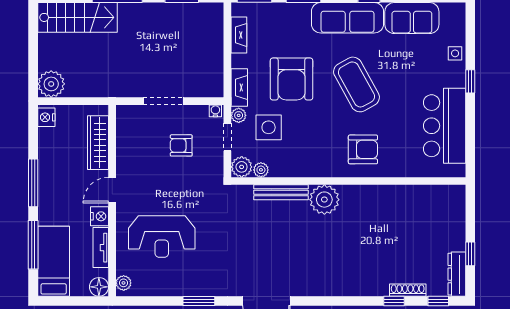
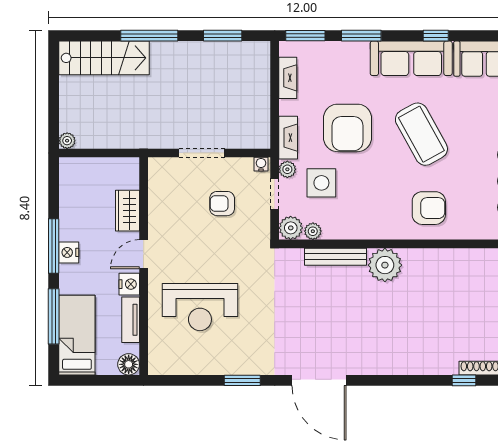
plant: (51, 84) -> (67, 141), width x0.53, depth x0.53
nightstand: (46, 117) -> (69, 252), moved
wardrobe: (98, 143) -> (127, 211), width x0.67
plant: (124, 283) -> (156, 360), removed

